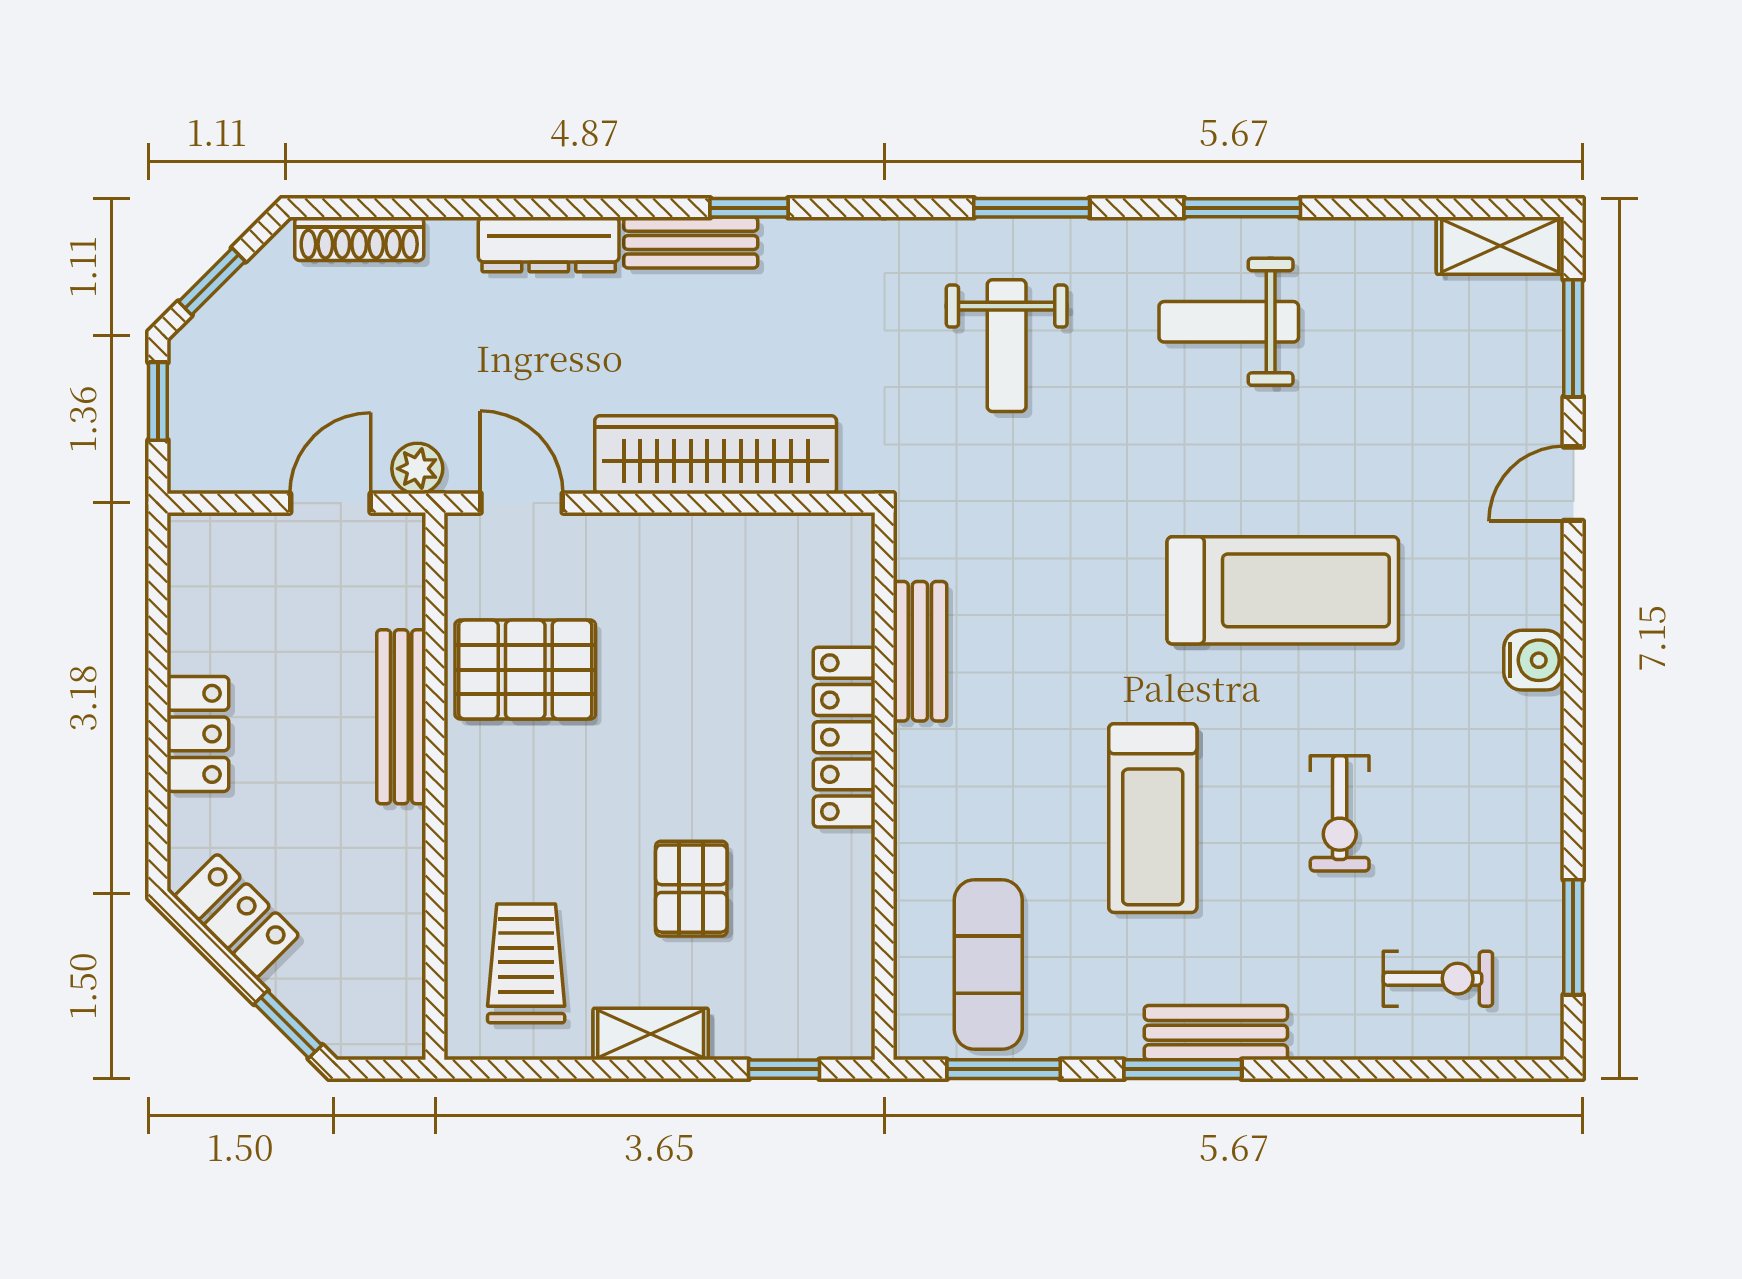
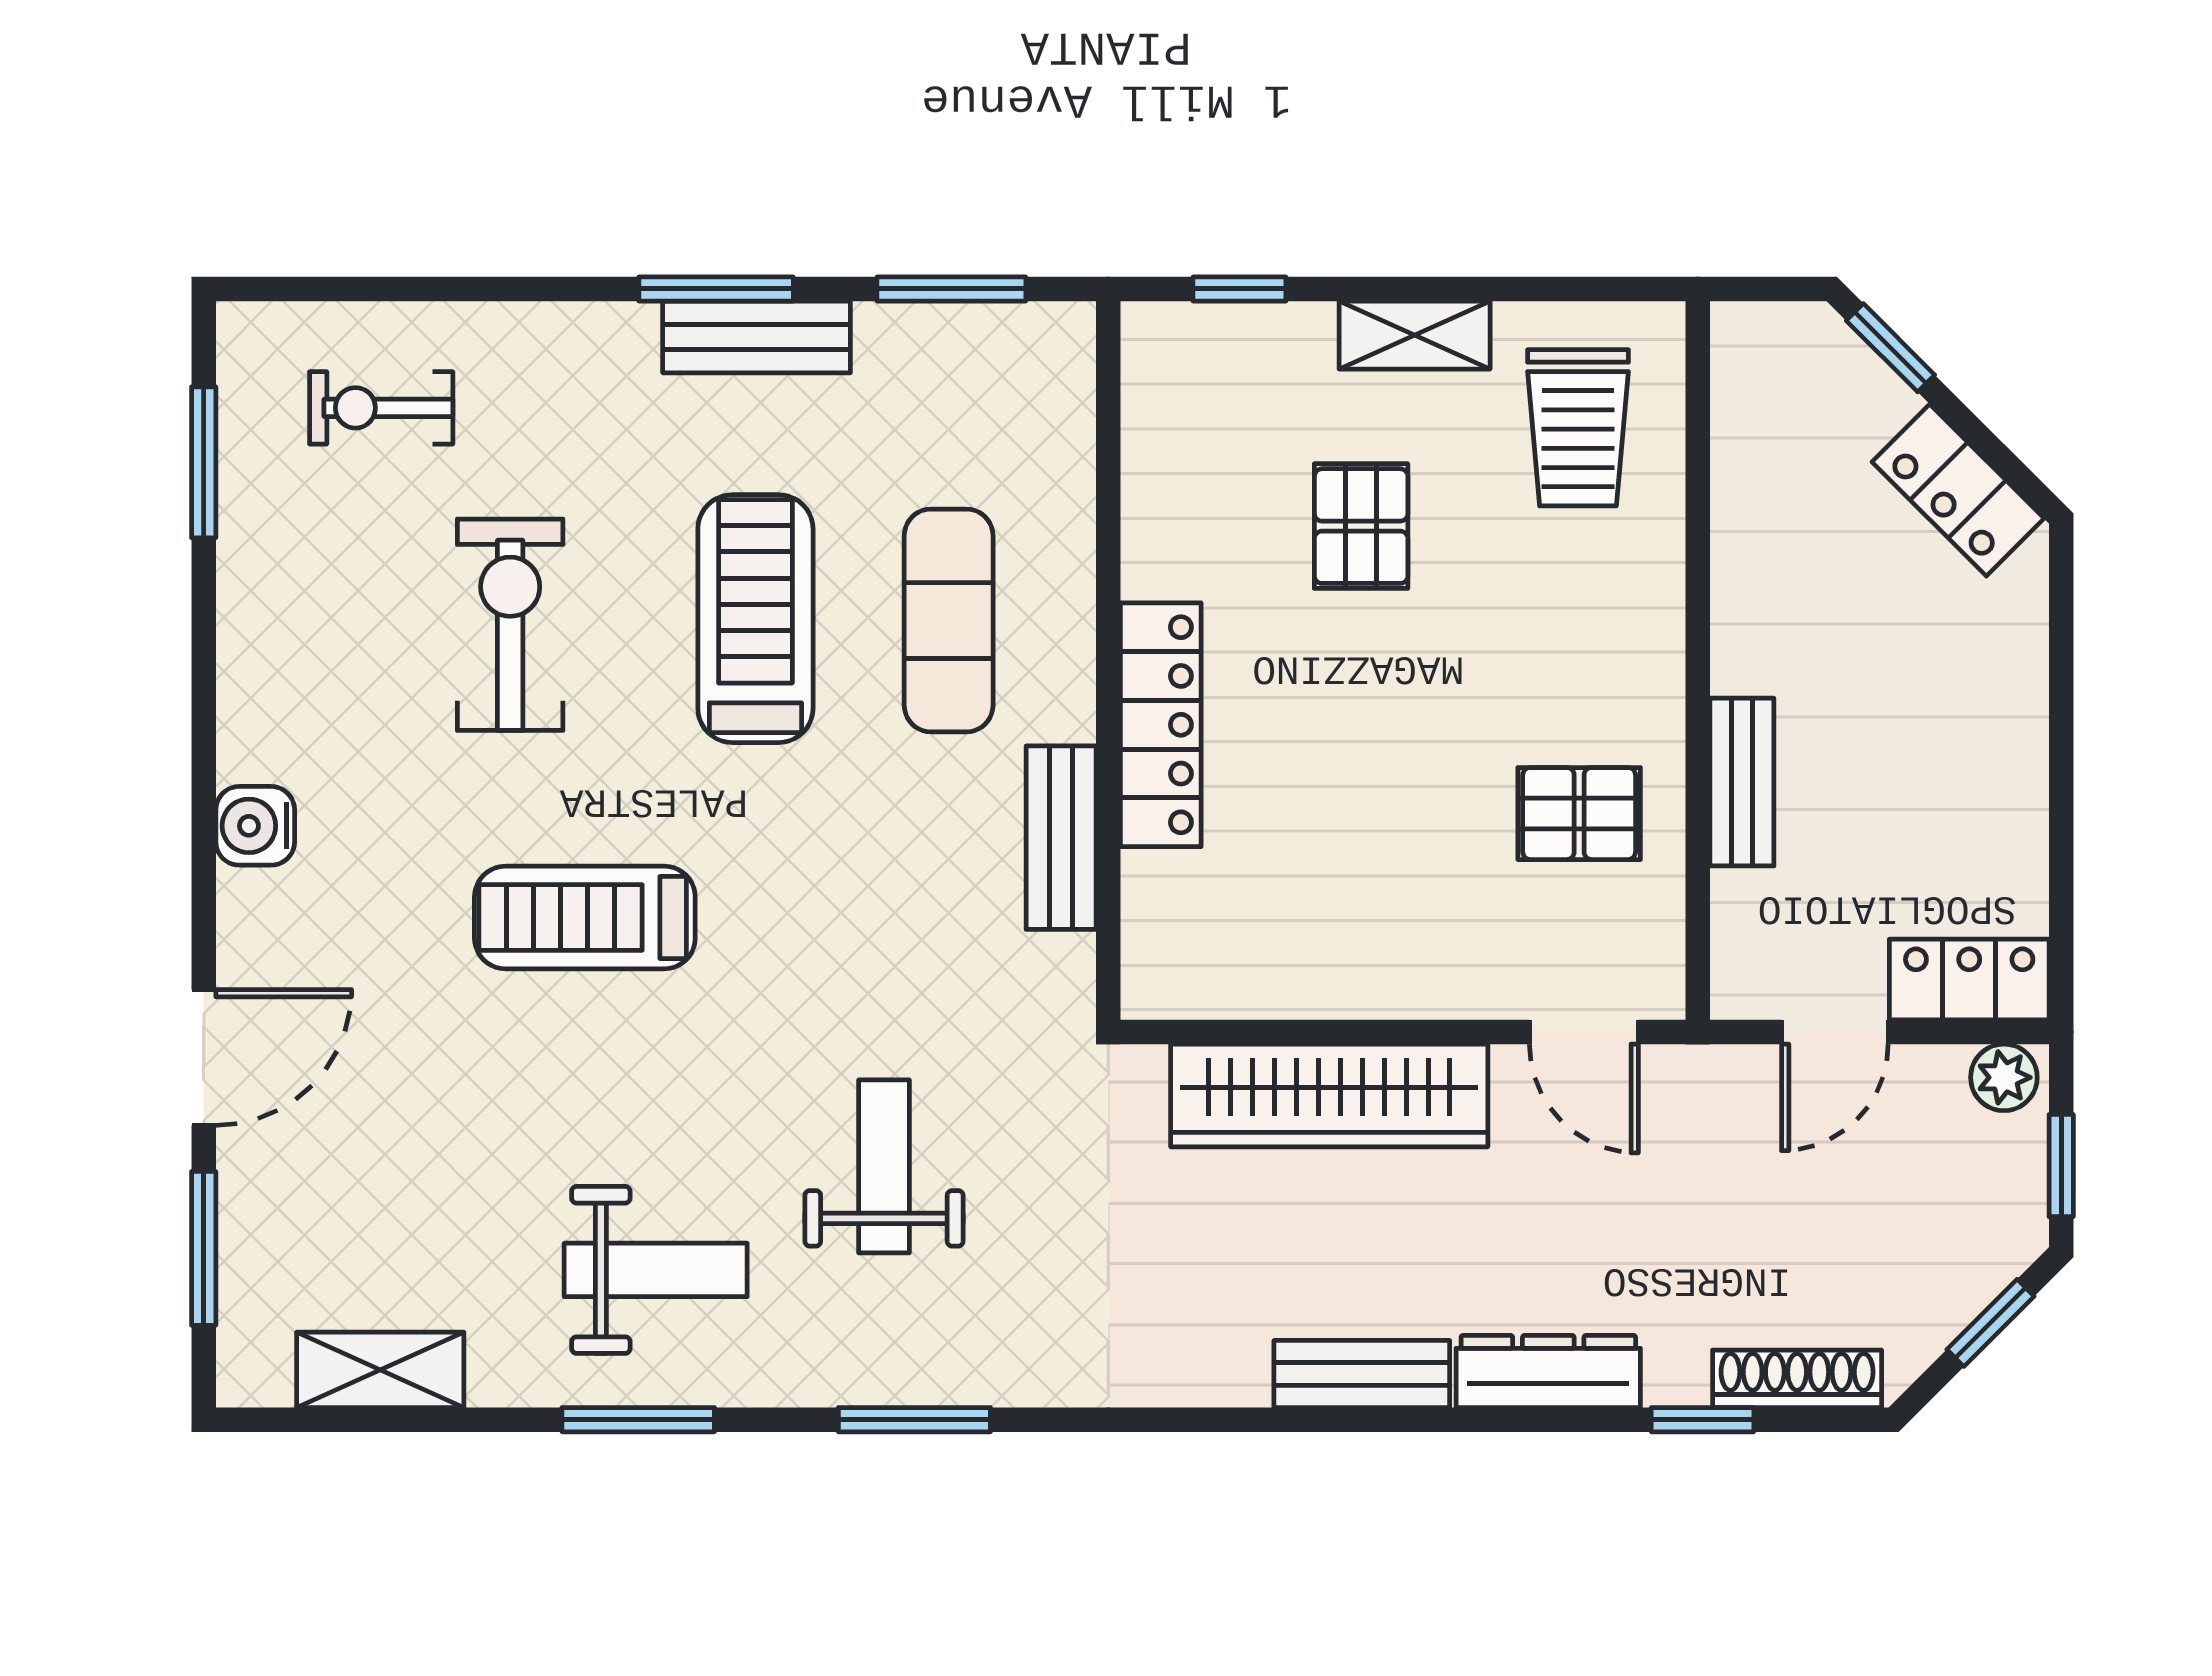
window: (749, 208) -> (1702, 1420), moved
shelving: (1500, 246) -> (380, 1370), moved
weight bench: (1007, 346) -> (884, 1166), moved
plant: (417, 469) -> (2004, 1077), moved
door: (1573, 484) -> (204, 1057), width x1.38
treadmill: (1283, 590) -> (585, 917), width x0.73, depth x0.73
pallet: (525, 670) -> (1579, 814), width x0.67, depth x0.71
bench: (401, 717) -> (1742, 782), width x0.73
locker: (198, 734) -> (1969, 980), moved, turned 90
exercise bike: (1340, 813) -> (510, 625), width x1.38, depth x1.39
exercise mat: (988, 965) -> (949, 620), moved
bench: (1216, 1033) -> (757, 337), moved

